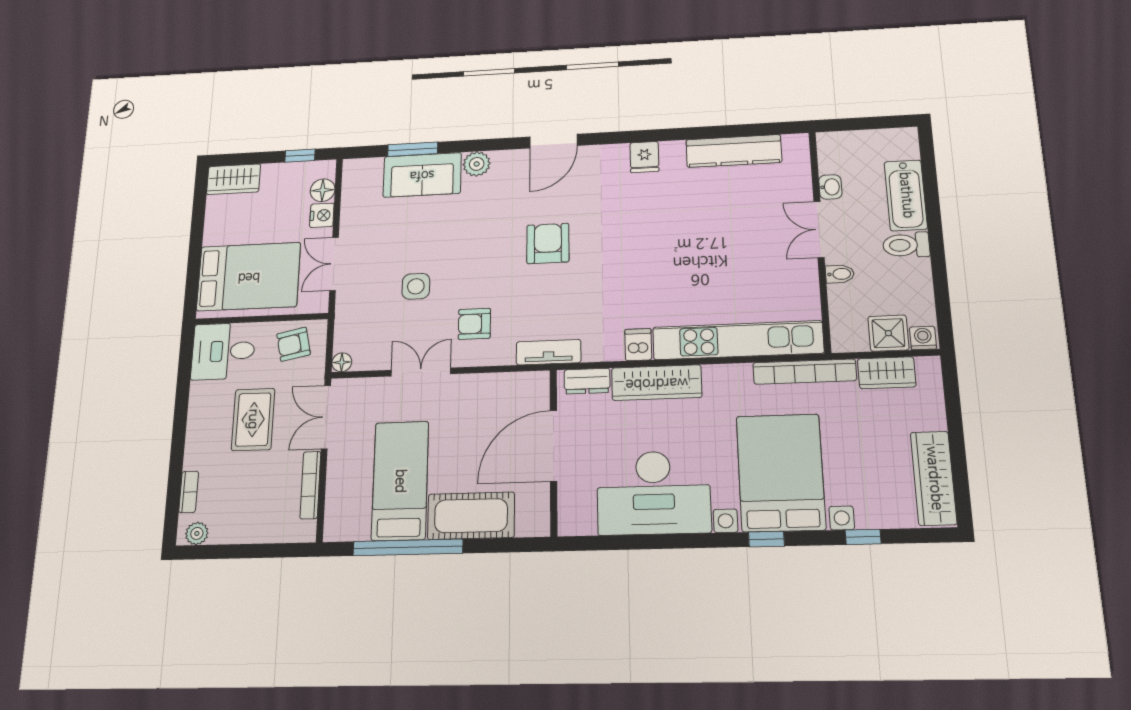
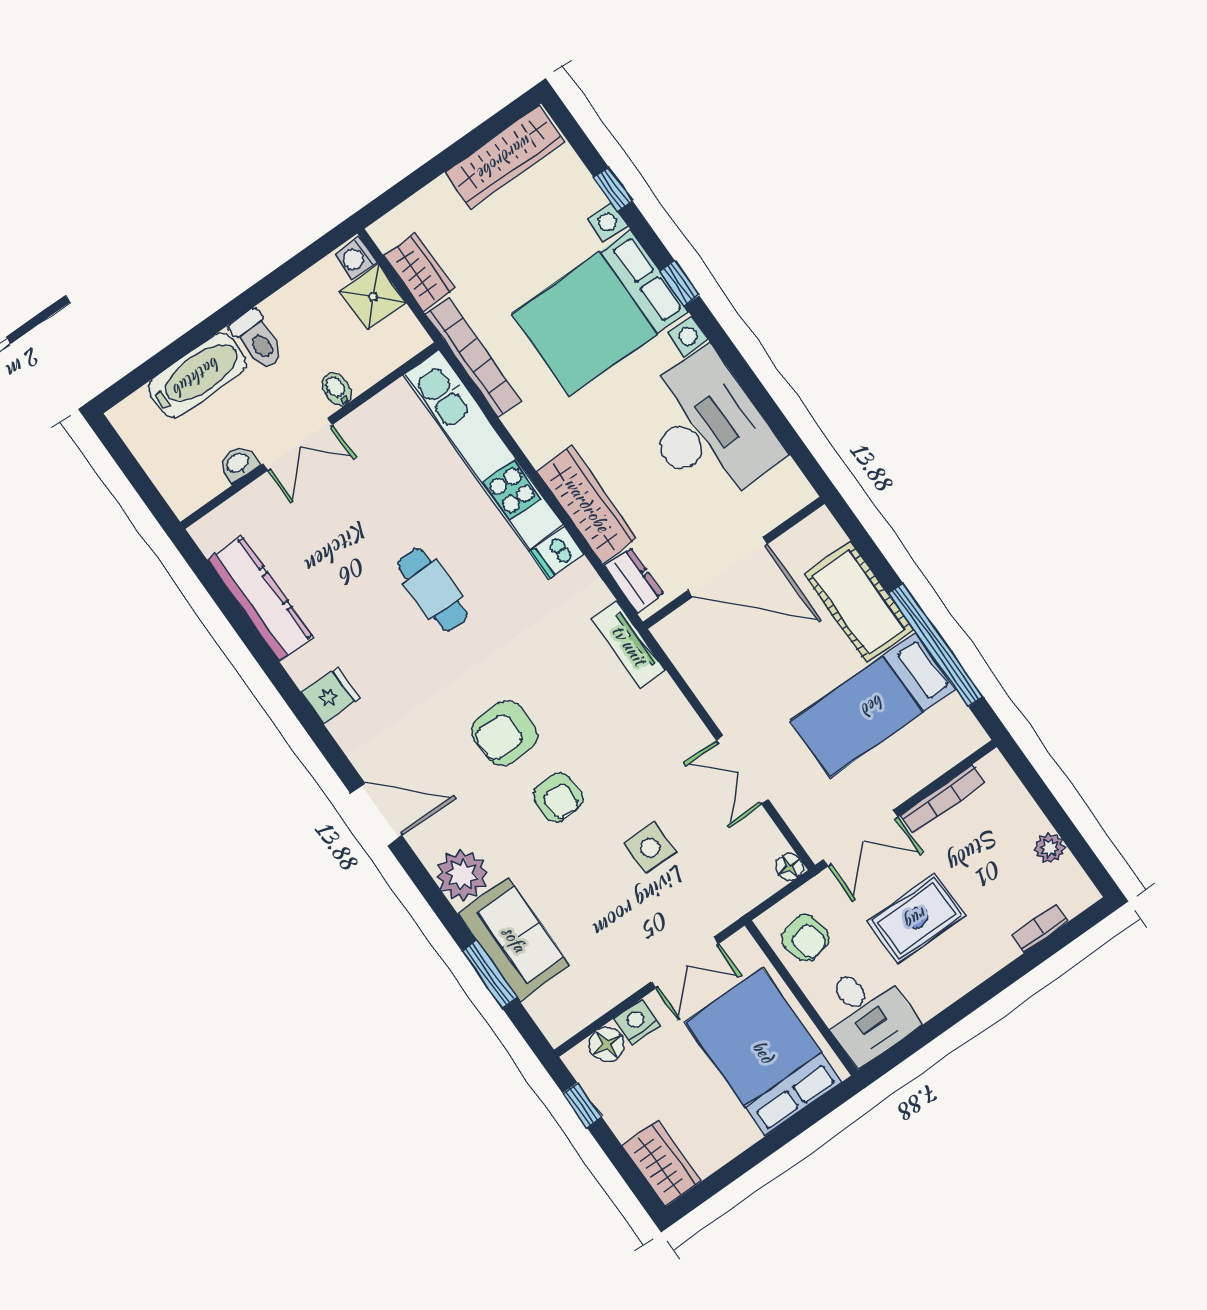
plant: (477, 164) -> (462, 875), width x1.36, depth x1.36
cafe table: (668, 255) -> (433, 590), added
armchair: (474, 324) -> (558, 797), moved
plant: (197, 533) -> (1050, 848), moved

